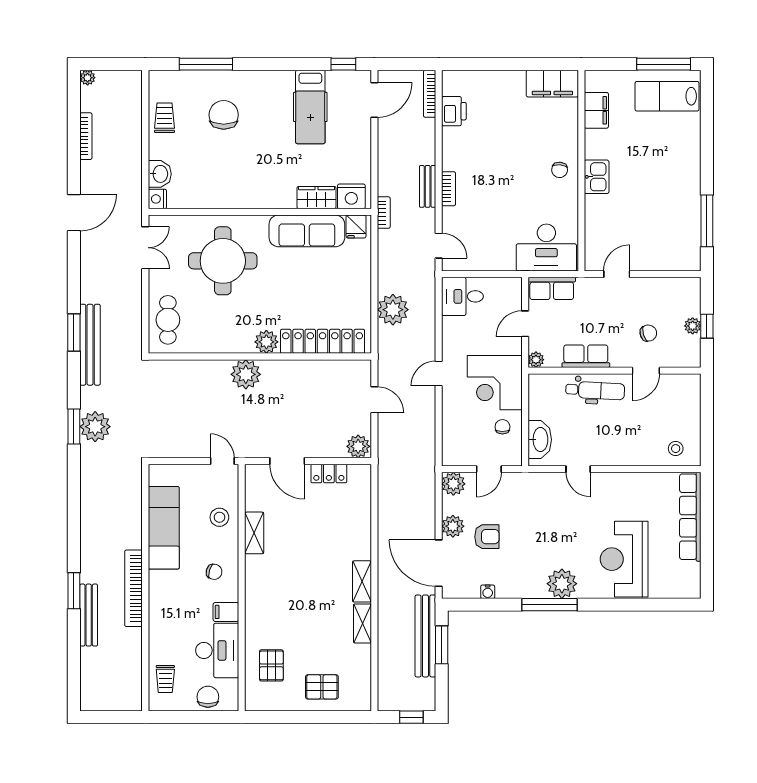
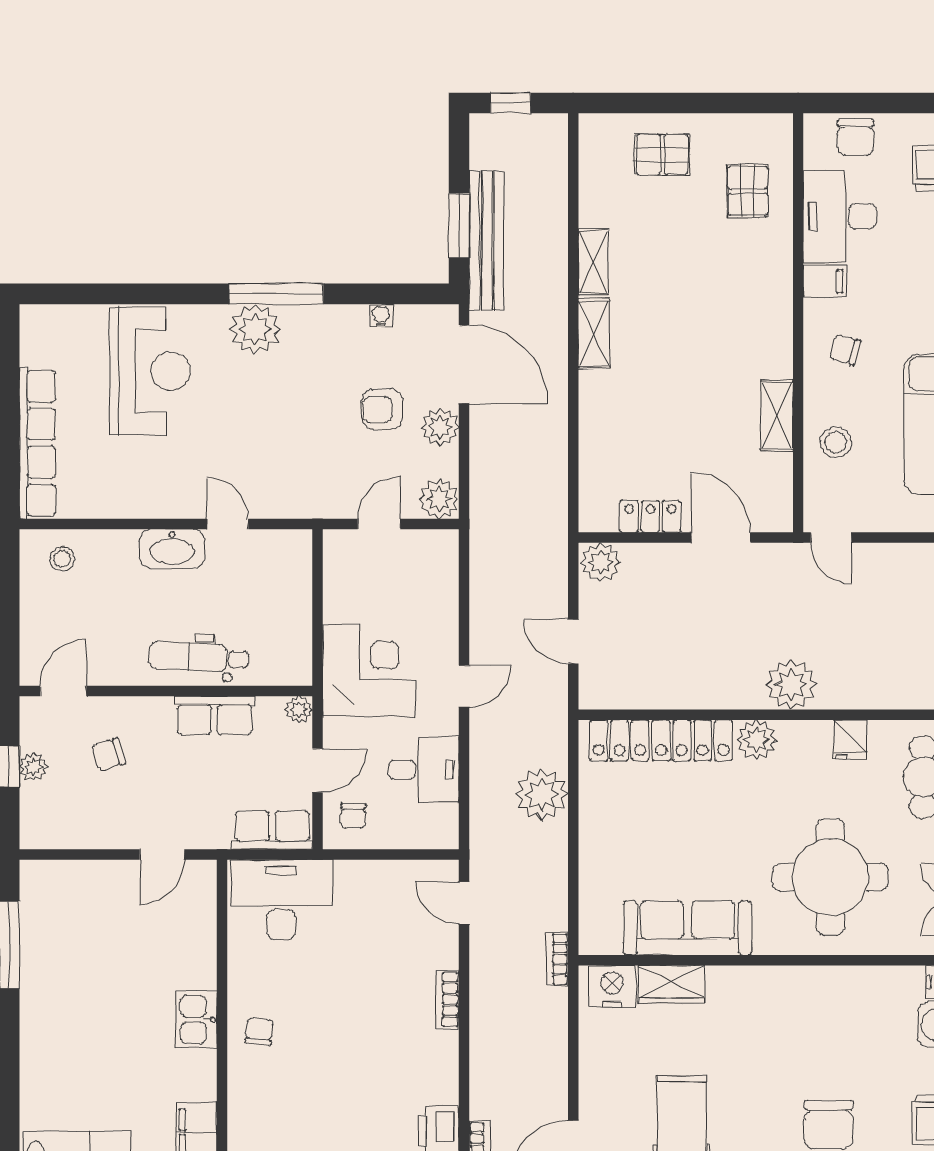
bench: (428, 186) -> (483, 1003), removed
fridge: (356, 226) -> (850, 740), moved, turned 180
desk: (462, 296) -> (424, 770), moved
door: (646, 371) -> (63, 691), moved
chair: (502, 427) -> (353, 816), moved
washbasin: (540, 440) -> (172, 549), moved, turned -90

